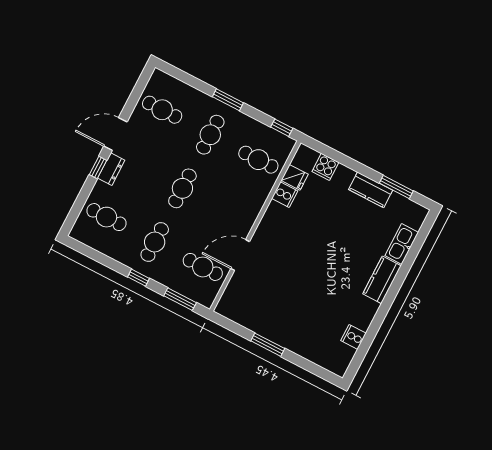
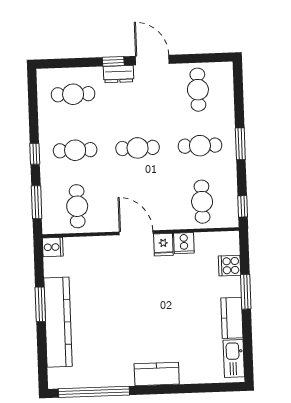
fridge: (295, 177) -> (163, 245), moved
window: (396, 187) -> (246, 292), moved
cafe table: (107, 217) -> (73, 94), turned 90
kitchen sink: (402, 244) -> (234, 359), moved, turned -90
door: (240, 255) -> (136, 233), moved
cooker: (353, 337) -> (53, 247), moved, turned 90
kitchen counter: (291, 338) -> (58, 322), added
window: (367, 341) -> (94, 392), added

